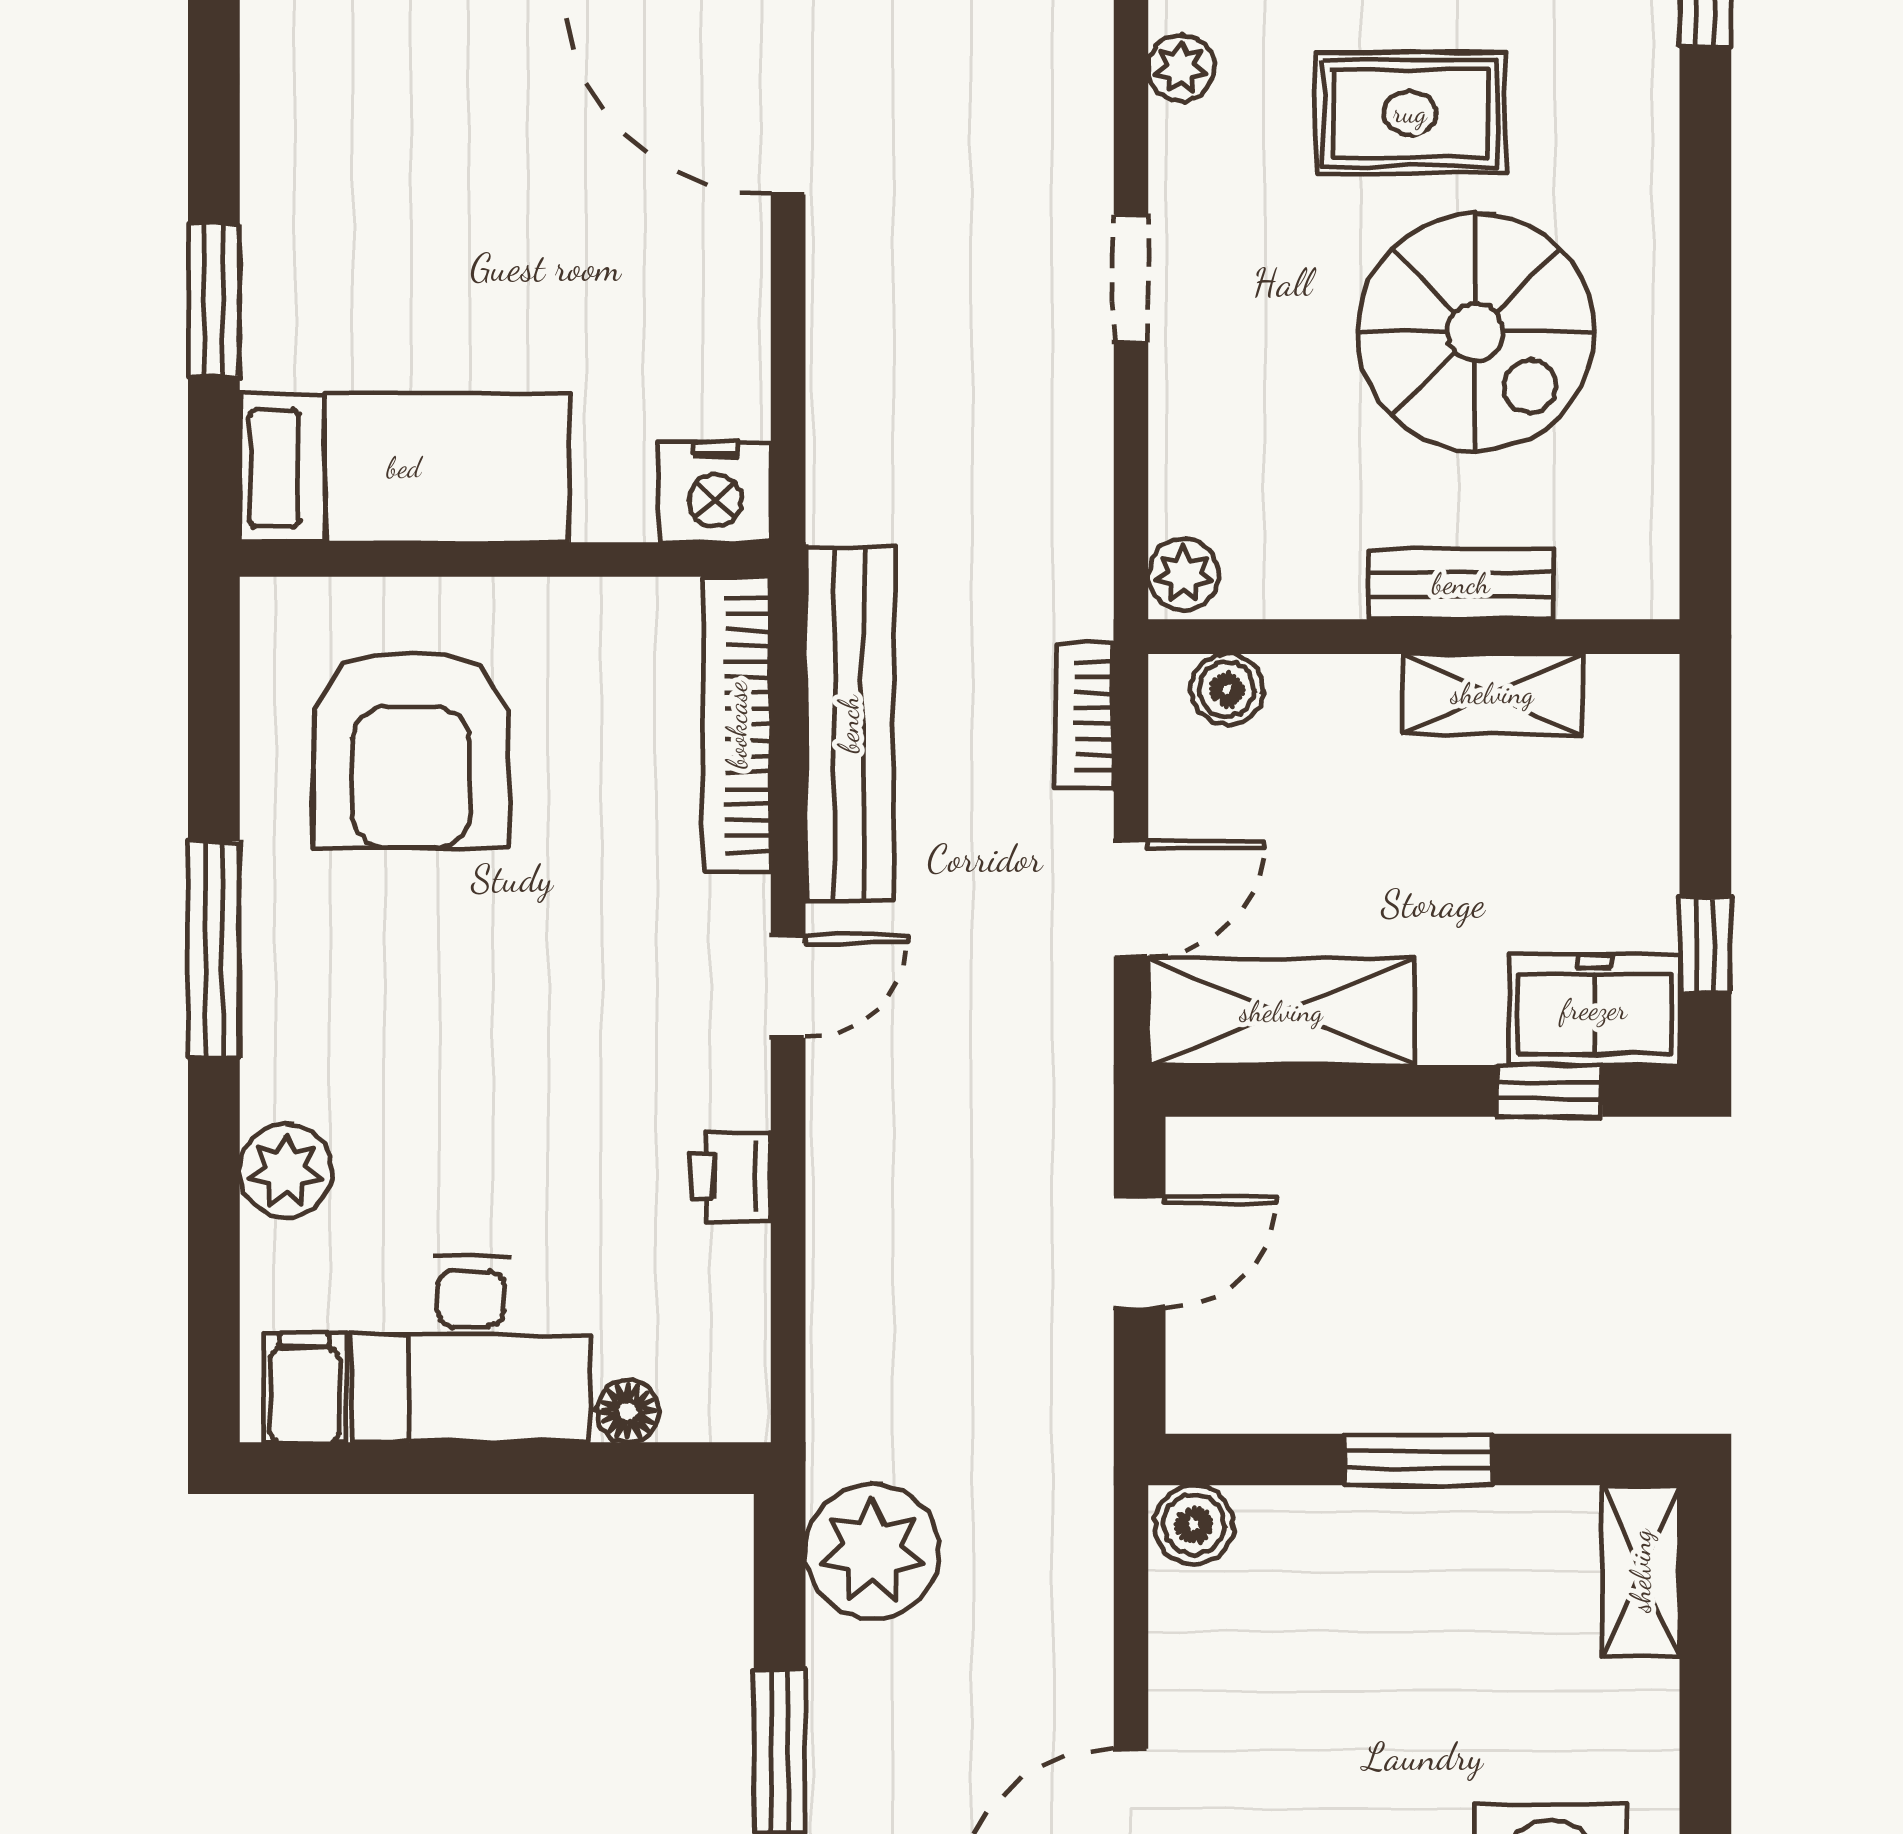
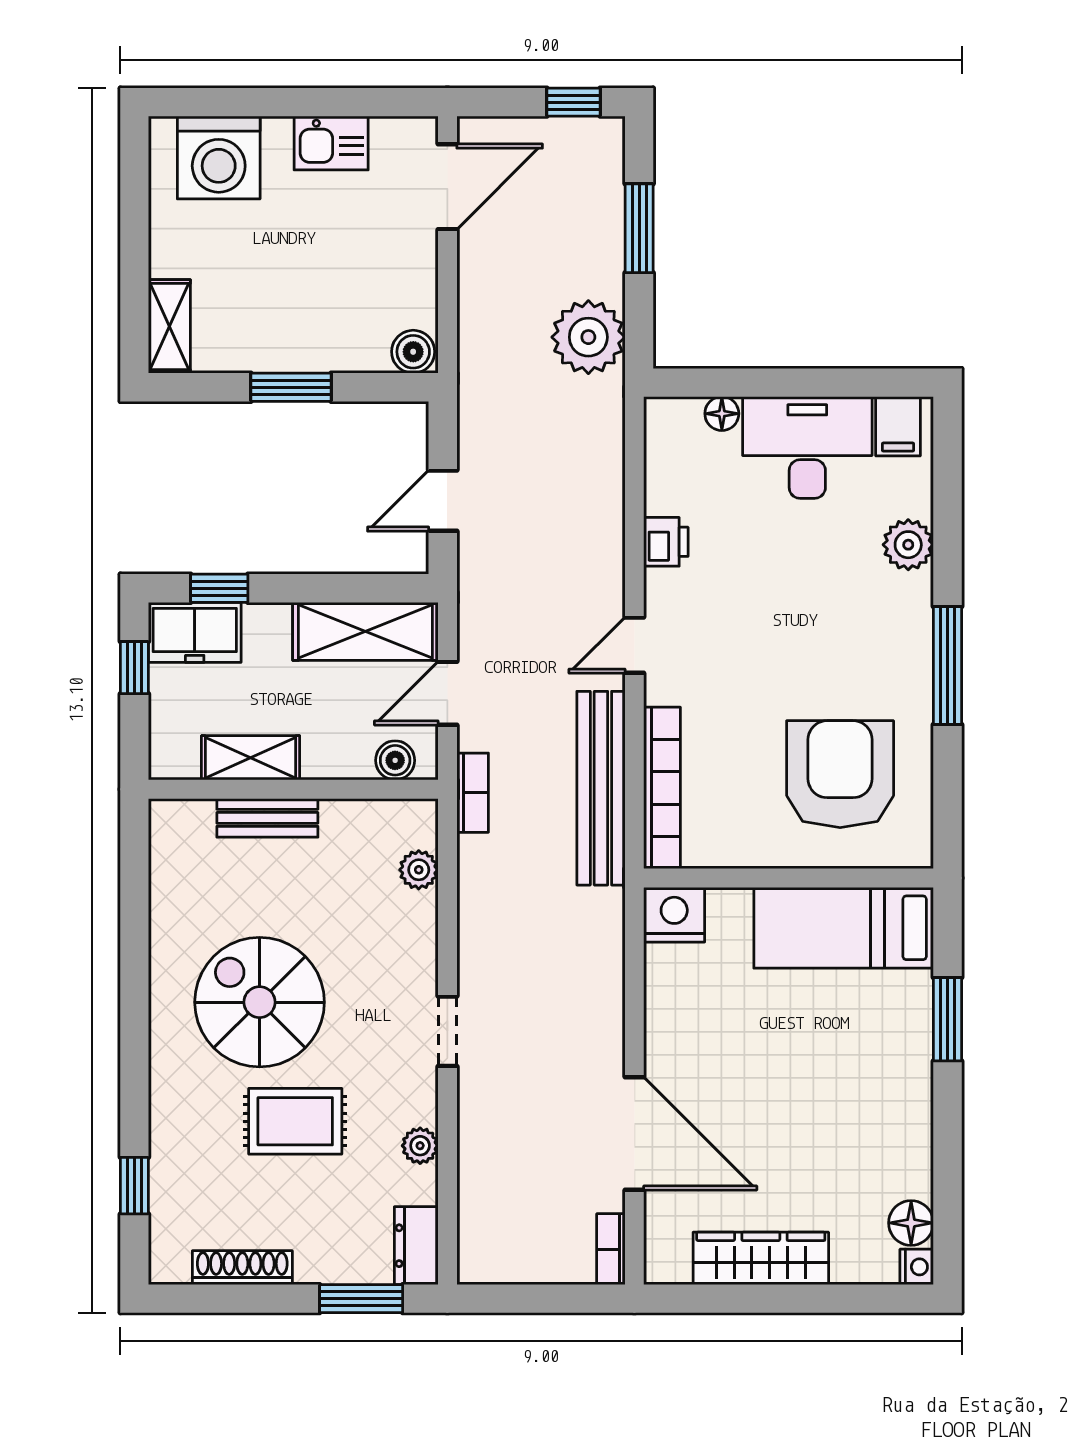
bench: (1461, 584) -> (267, 818), moved
wall: (1414, 637) -> (293, 789), moved
boiler: (1227, 690) -> (395, 760), moved
shelving: (1492, 694) -> (251, 758), moved

